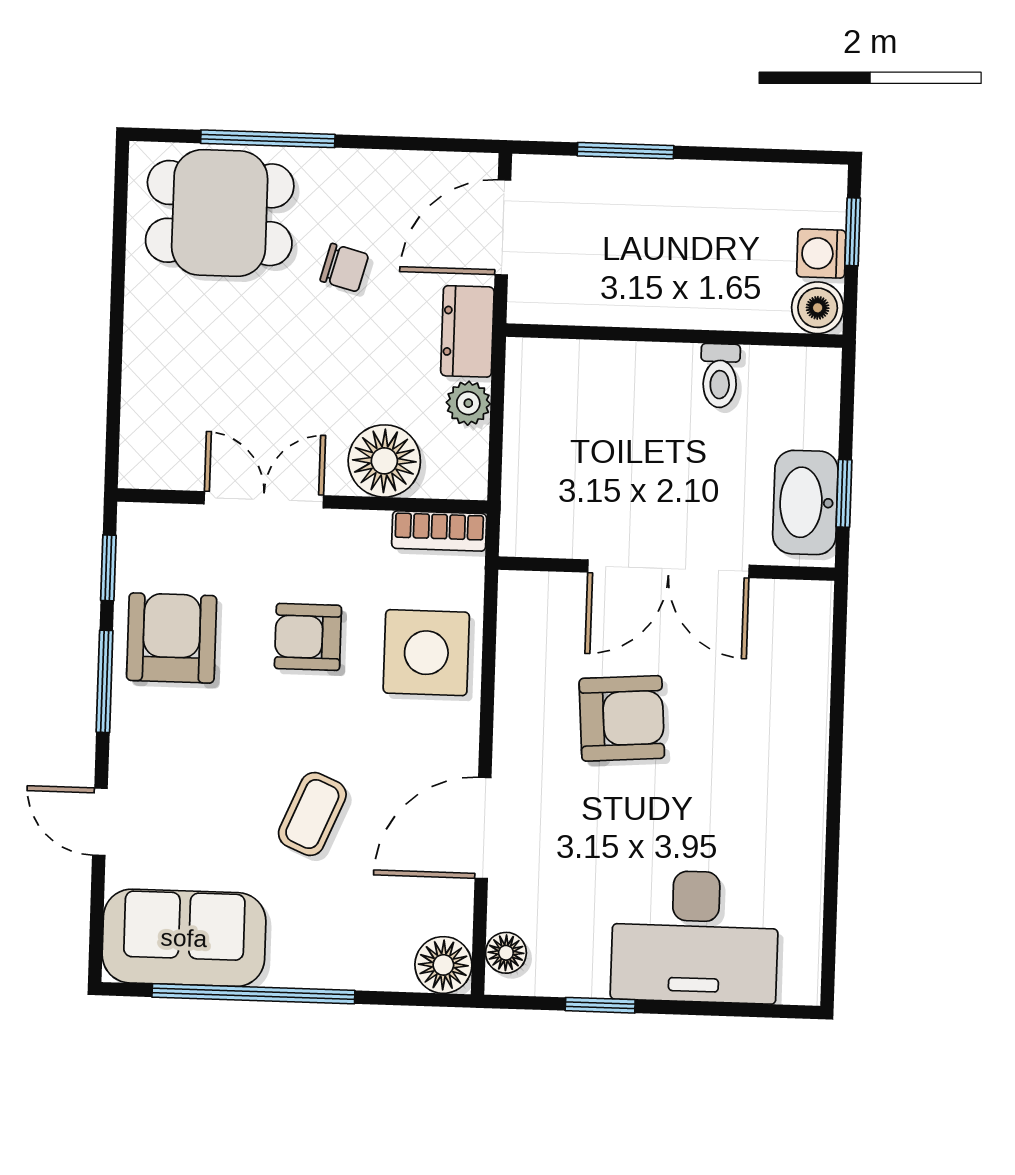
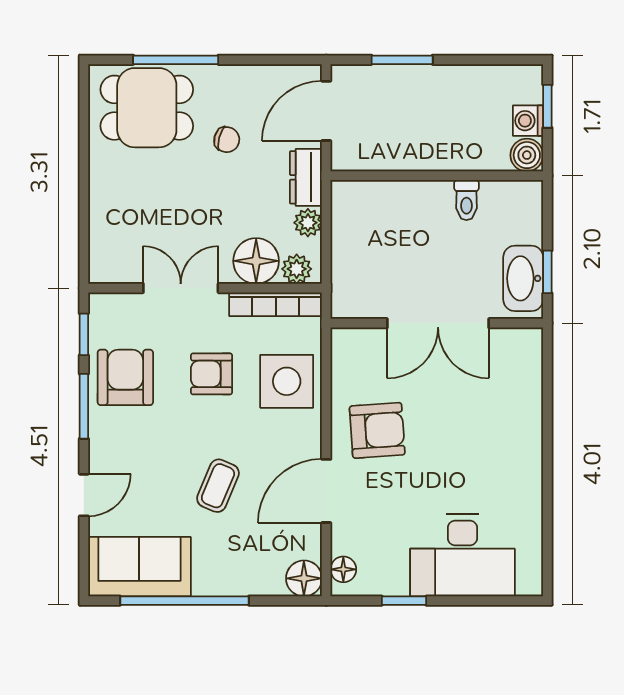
plant: (448, 476) -> (297, 269), added
bookcase: (439, 531) -> (276, 304), width x1.56
armchair: (622, 718) -> (377, 430), moved
door: (100, 822) -> (84, 495), swing flipped

